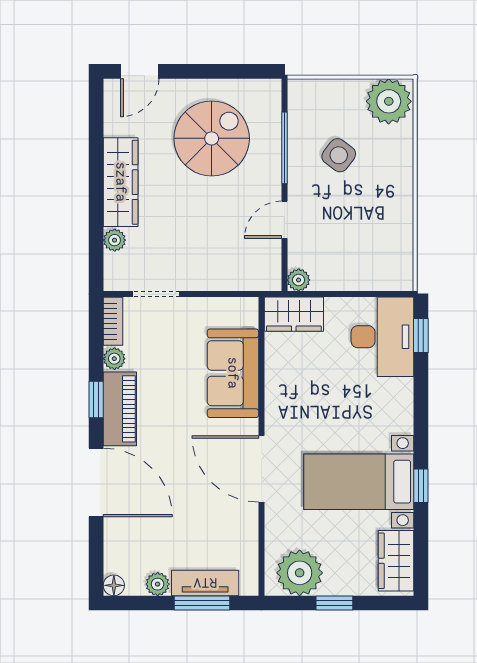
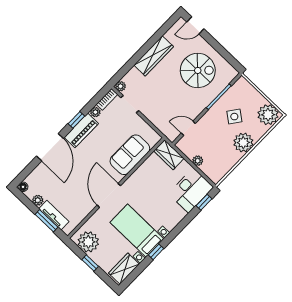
plant: (392, 182) -> (243, 143), added
door: (284, 220) -> (188, 128), moved
plant: (115, 240) -> (121, 86), moved
plant: (299, 280) -> (198, 161), moved

